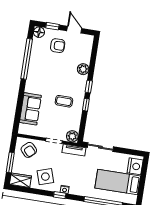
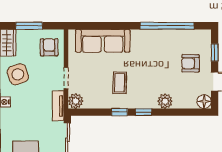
floor lamp: (39, 32) -> (204, 102), moved
armchair: (58, 46) -> (191, 63), turned 91
sofa: (30, 109) -> (103, 41), width x1.36
armchair: (29, 150) -> (49, 47), turned 133

